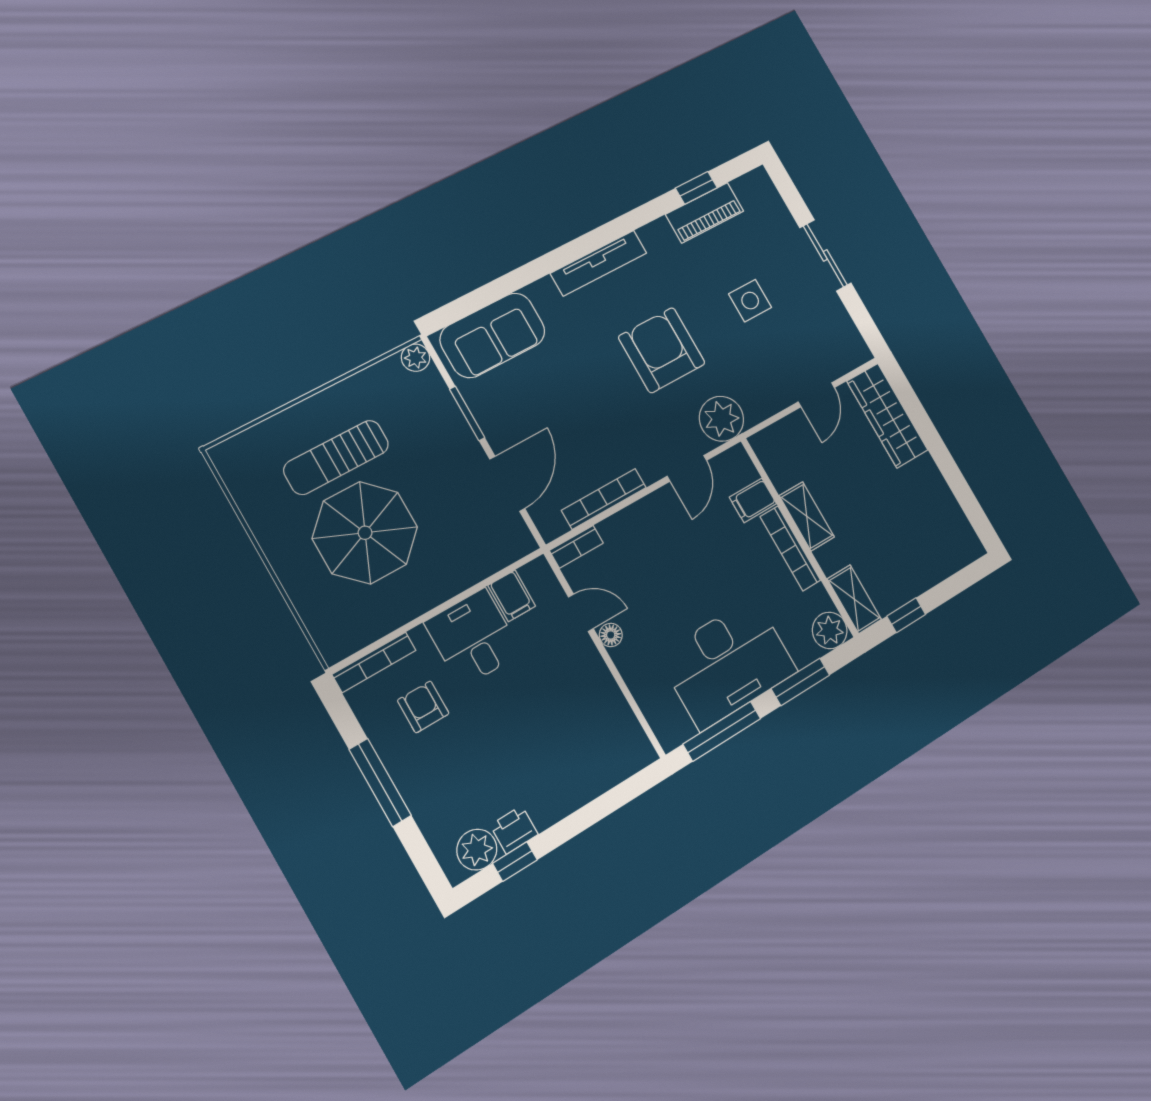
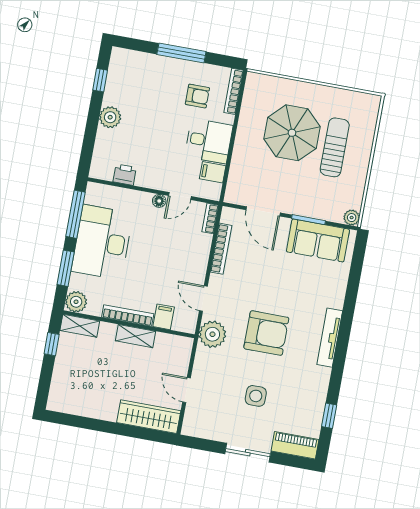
piano: (705, 213) -> (295, 445), moved, turned 90
sofa: (493, 335) -> (318, 240), moved, turned -90
printer: (514, 830) -> (125, 175), moved, turned -90
plant: (477, 850) -> (110, 117), moved

